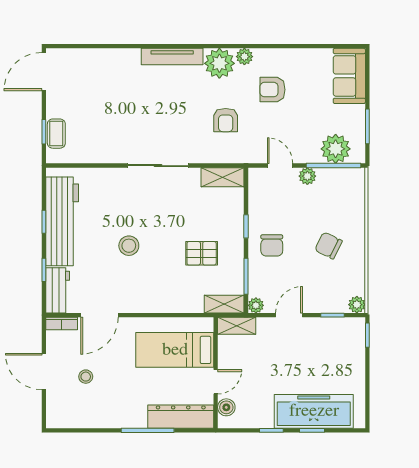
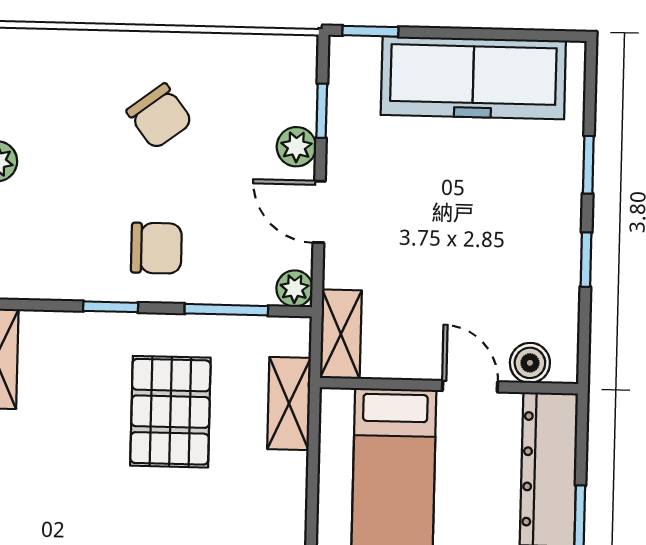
chair: (328, 245) -> (160, 116), turned -63
pallet: (202, 253) -> (170, 412), width x1.50, depth x1.42
shelving: (224, 304) -> (289, 403), moved
plant: (357, 305) -> (296, 147), moved
freezer: (314, 411) -> (473, 78), moved, turned -90

